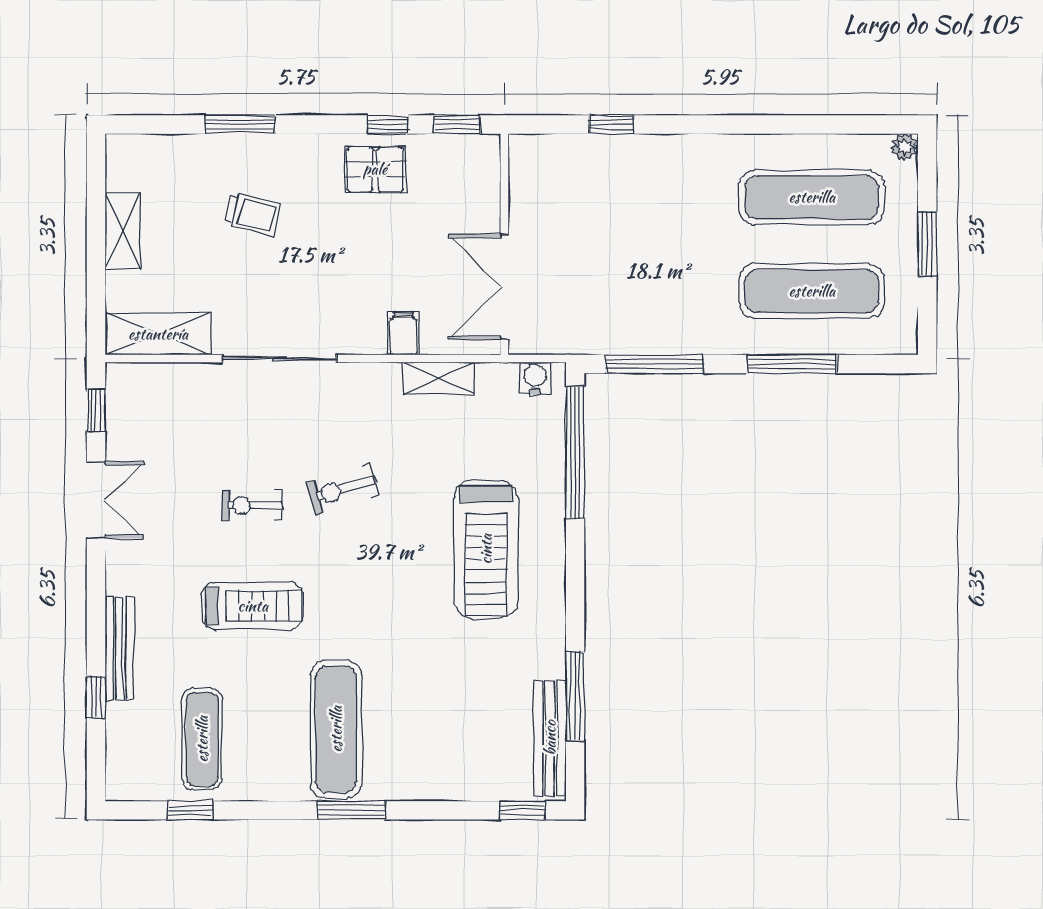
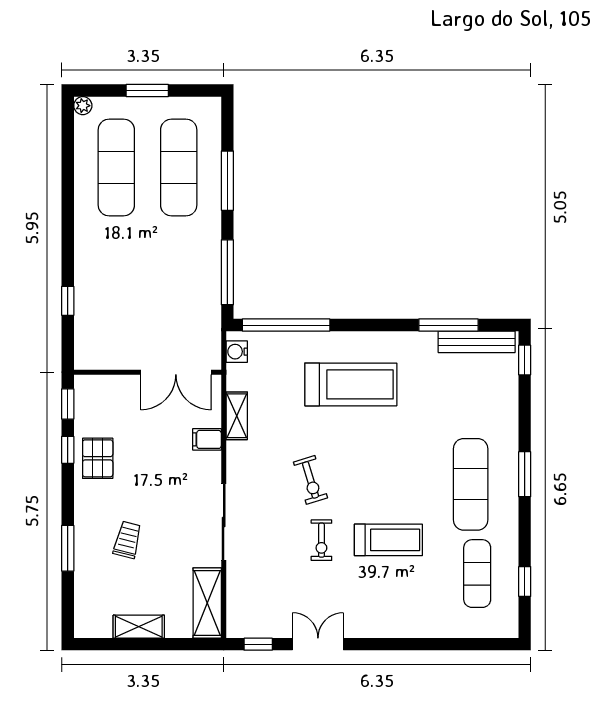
treadmill: (253, 606) -> (388, 540), turned 90
bench: (120, 648) -> (417, 629), removed
window: (96, 697) -> (449, 644), removed
exercise mat: (336, 729) -> (471, 484), turned 90
exercise mat: (202, 739) -> (477, 574), turned 90

